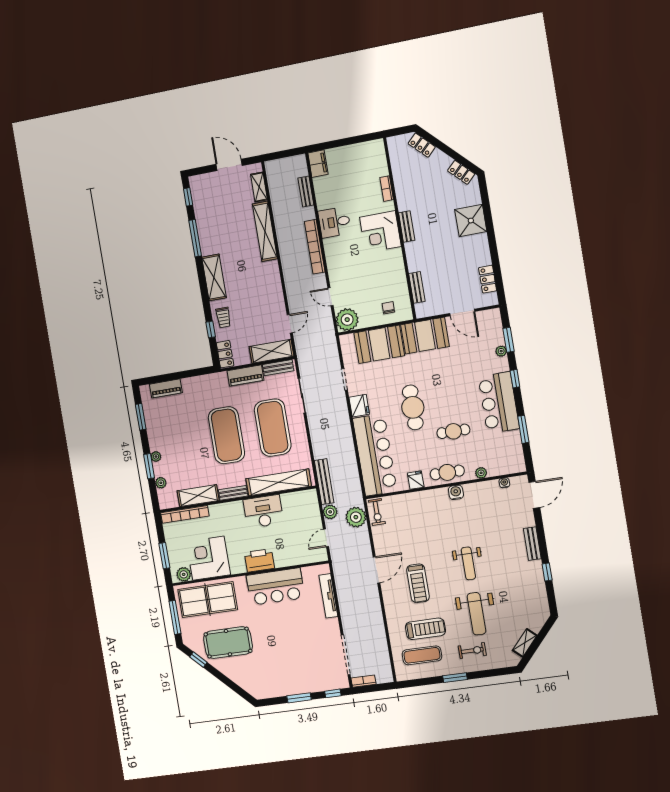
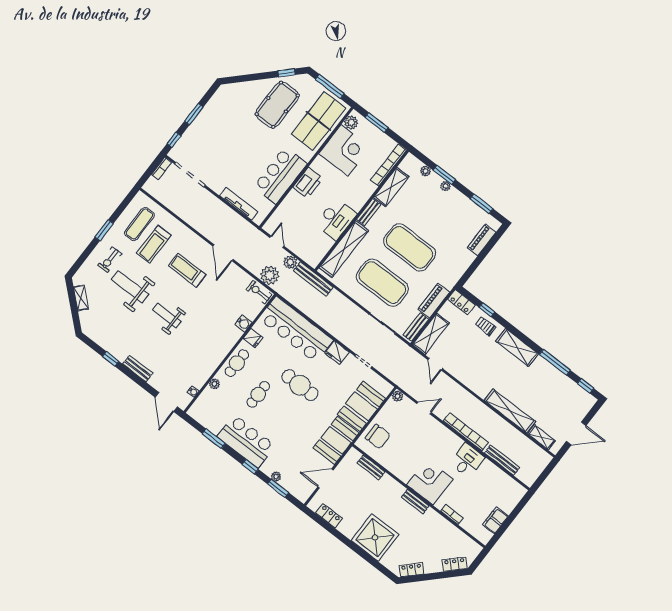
filing cabinet: (318, 164) -> (495, 520), moved, turned 90
bench: (306, 192) -> (502, 460), width x1.36
shower: (471, 221) -> (375, 538), width x1.37, depth x1.37
chair: (388, 308) -> (378, 436), width x1.87, depth x1.87
plant: (347, 320) -> (398, 396), width x0.53, depth x0.53
water cooler: (456, 492) -> (243, 323), moved

